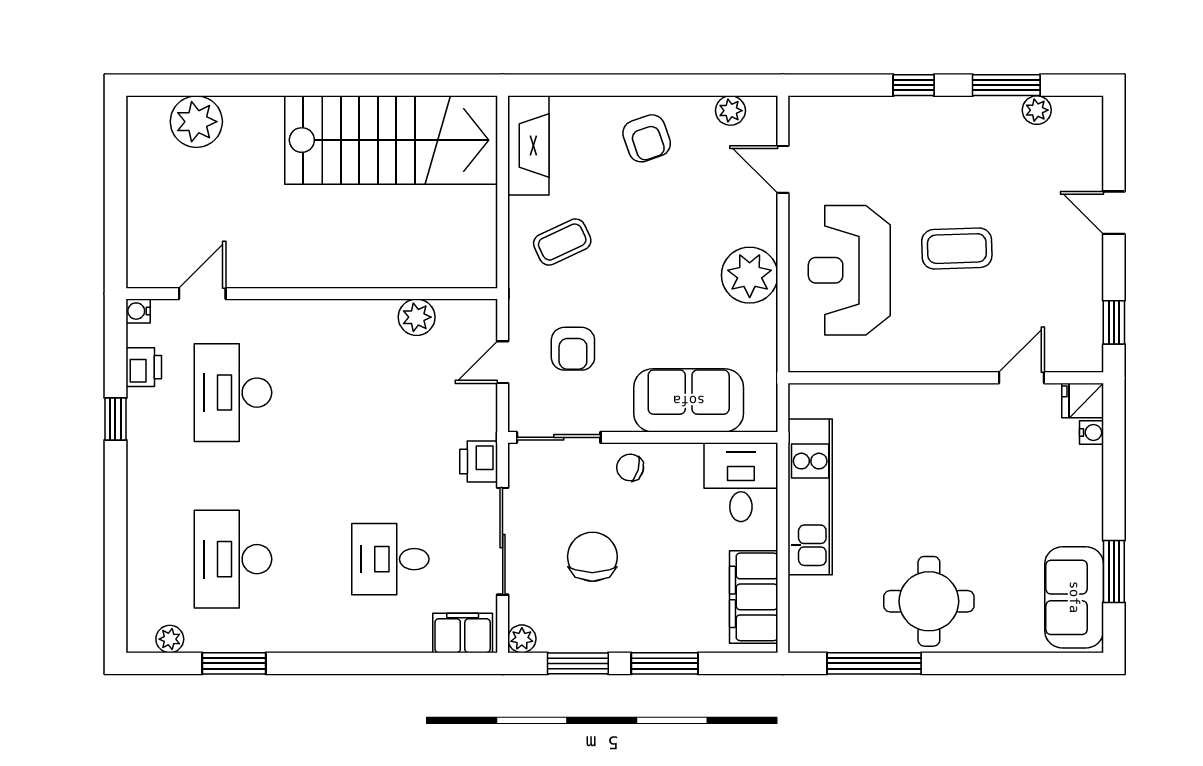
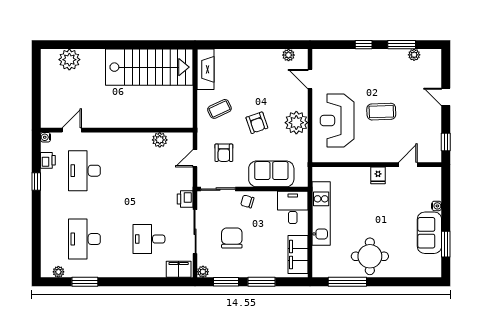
armchair: (647, 138) -> (257, 123), moved
fridge: (1083, 400) -> (378, 175), moved, turned -90
water cooler: (1092, 432) -> (437, 206), moved
sofa: (1074, 597) -> (429, 233), moved

